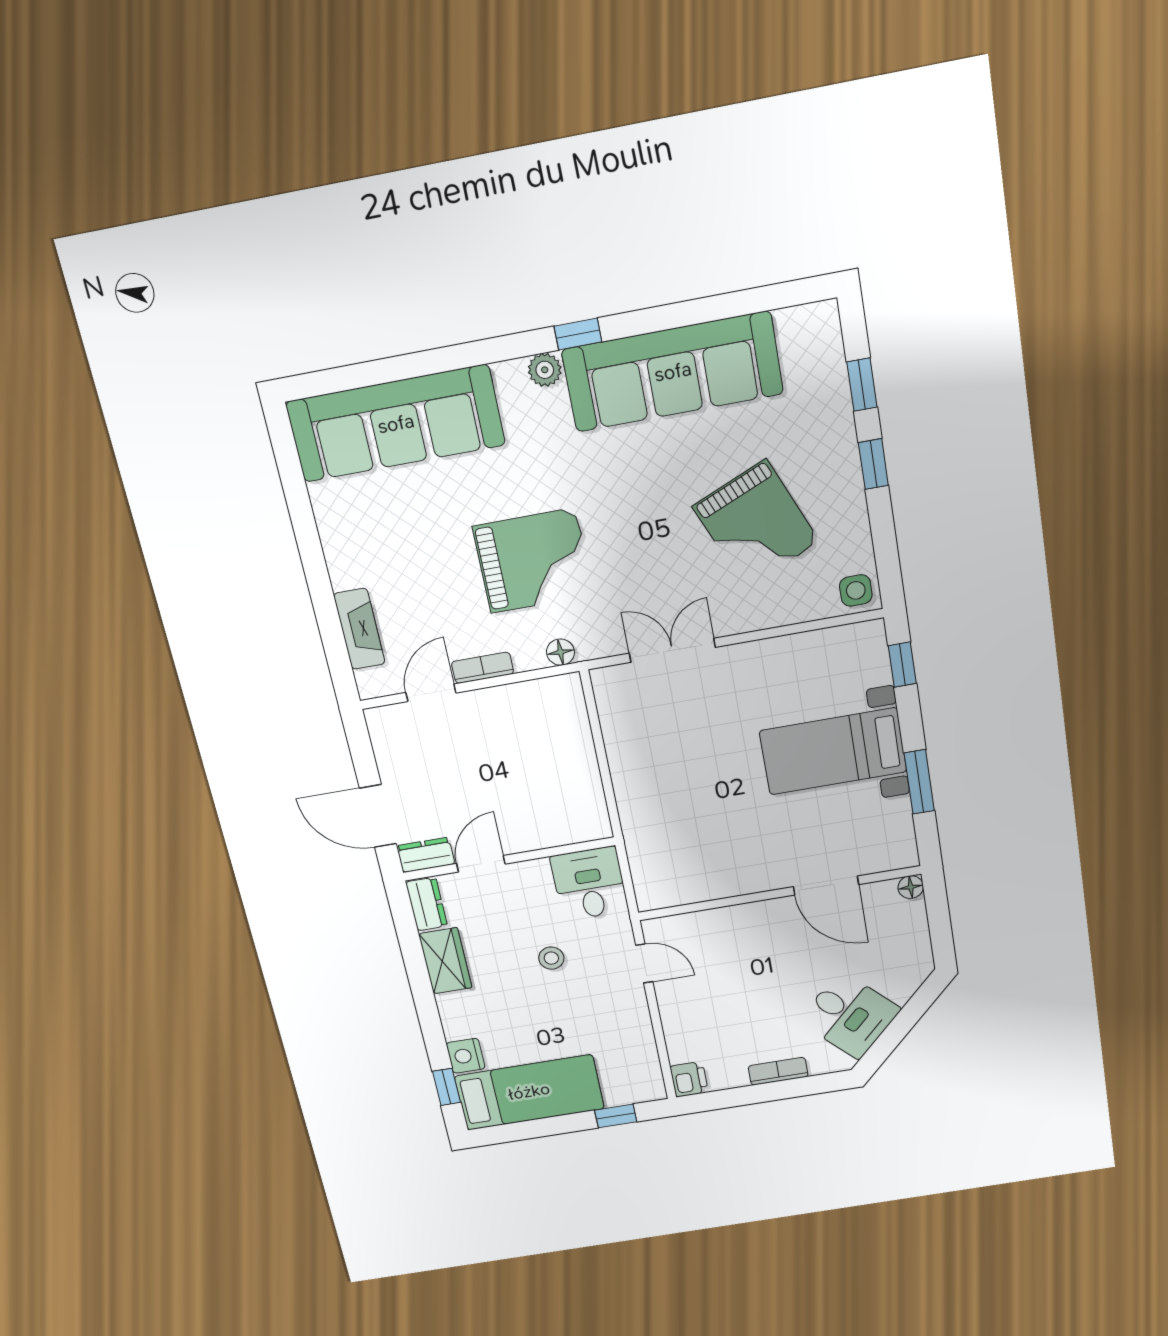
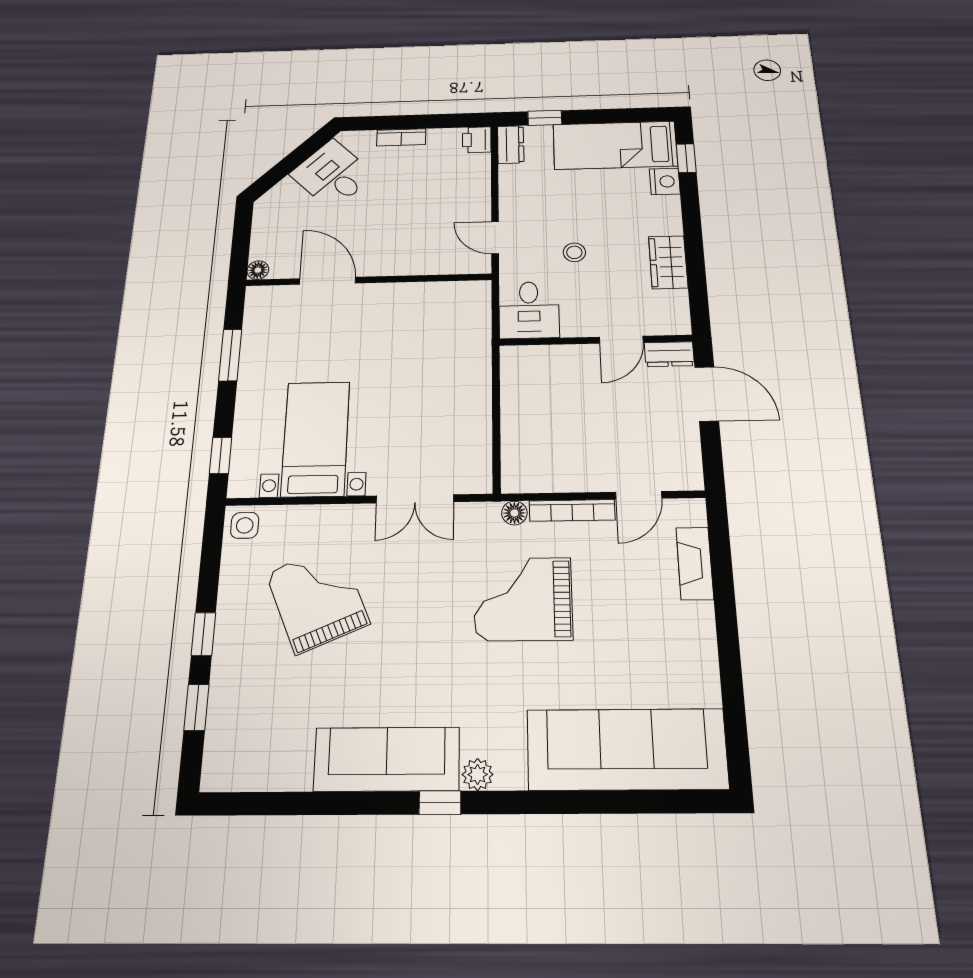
sofa: (673, 372) -> (387, 759), width x0.74, depth x0.79
bookcase: (483, 668) -> (572, 510), width x1.56
bed with nightstands: (833, 751) -> (316, 439), moved, turned -90
dresser: (427, 904) -> (511, 145), moved, turned 180

